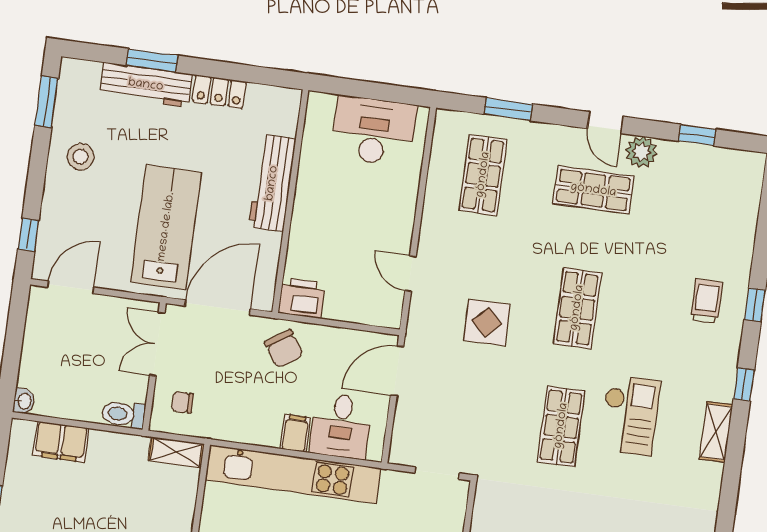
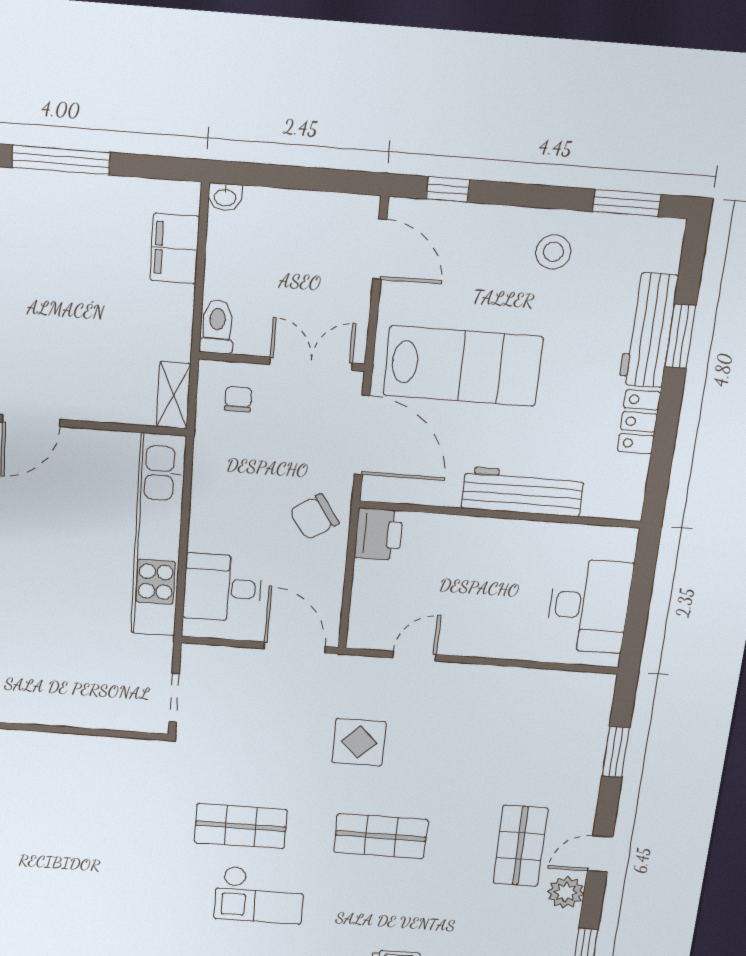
shop shelf: (483, 175) -> (536, 729), removed
filing cabinet: (296, 433) -> (209, 536), removed

